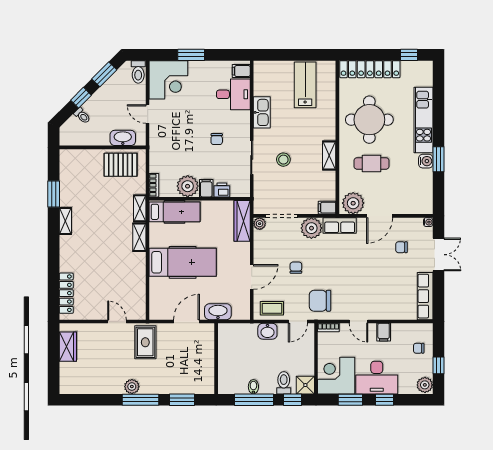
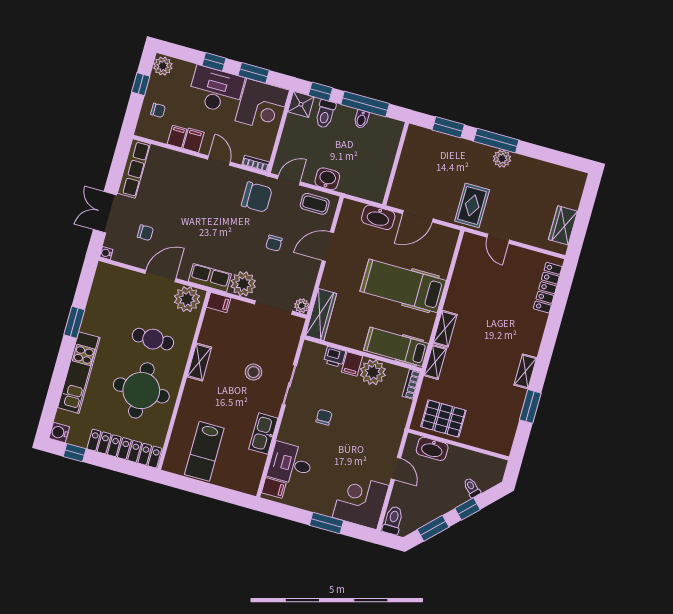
water cooler: (426, 161) -> (59, 432), moved
filing cabinet: (398, 331) -> (177, 137), added

